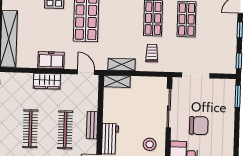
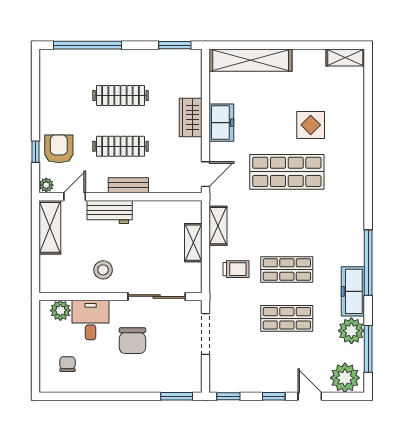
shelving: (117, 81) -> (193, 243), moved

